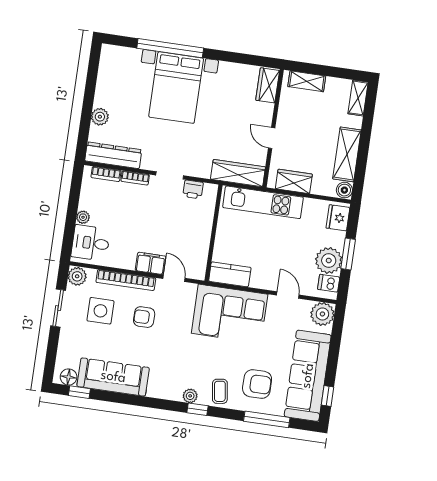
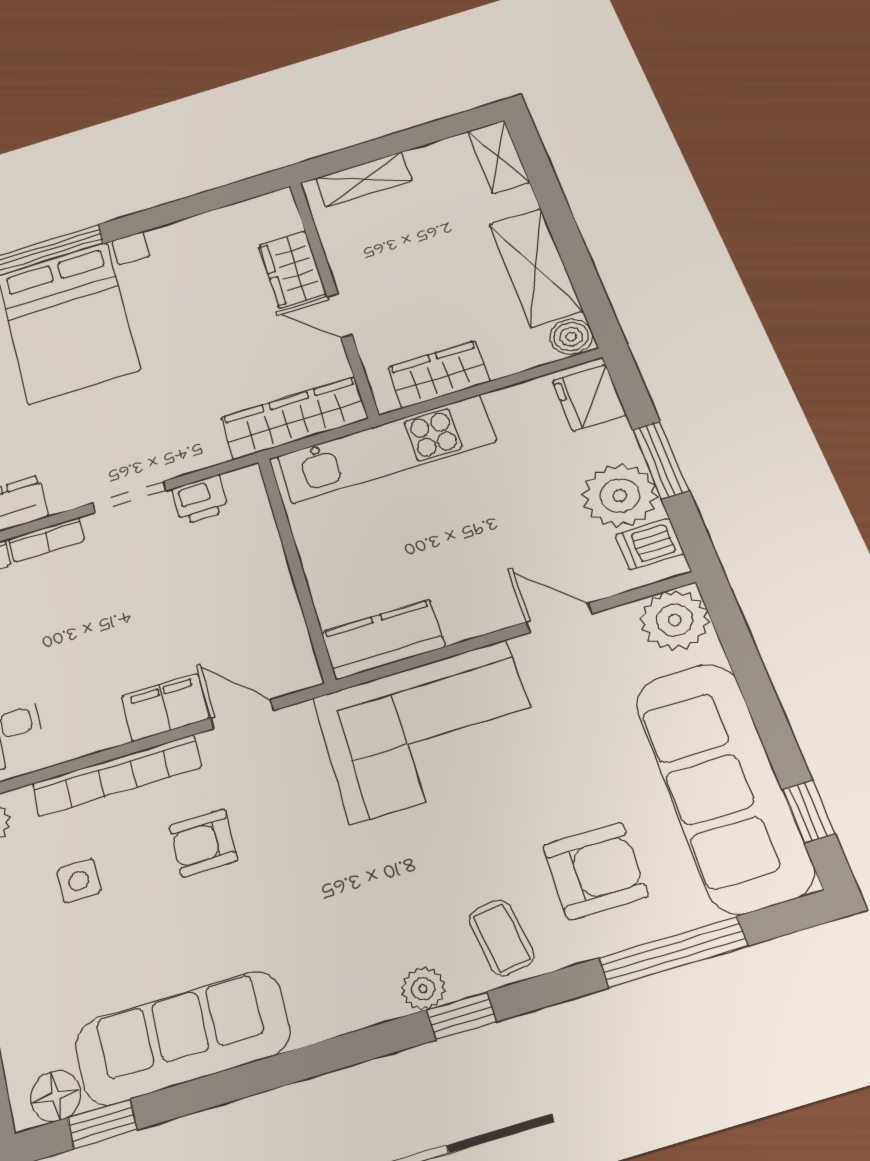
wardrobe: (268, 85) -> (292, 269), moved
side table: (100, 311) -> (79, 881), width x0.54, depth x0.54

